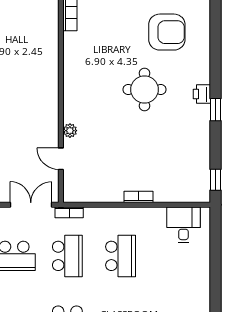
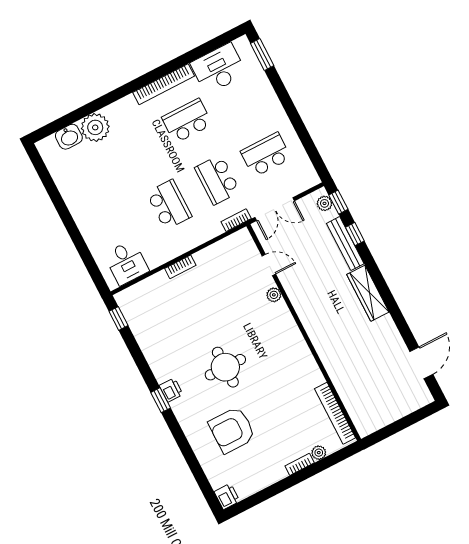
window: (216, 110) -> (161, 400), moved
school desk: (121, 256) -> (169, 205), turned 180

